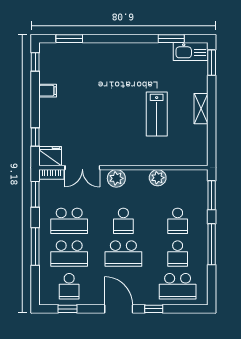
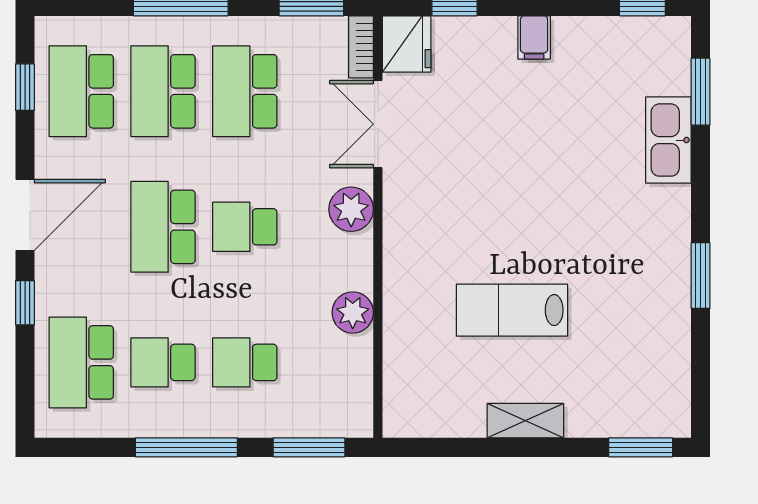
window: (171, 39) -> (701, 276), moved
kitchen sink: (191, 51) -> (668, 140), moved
filing cabinet: (48, 91) -> (534, 37), moved
school desk: (69, 286) -> (81, 91), width x1.85

